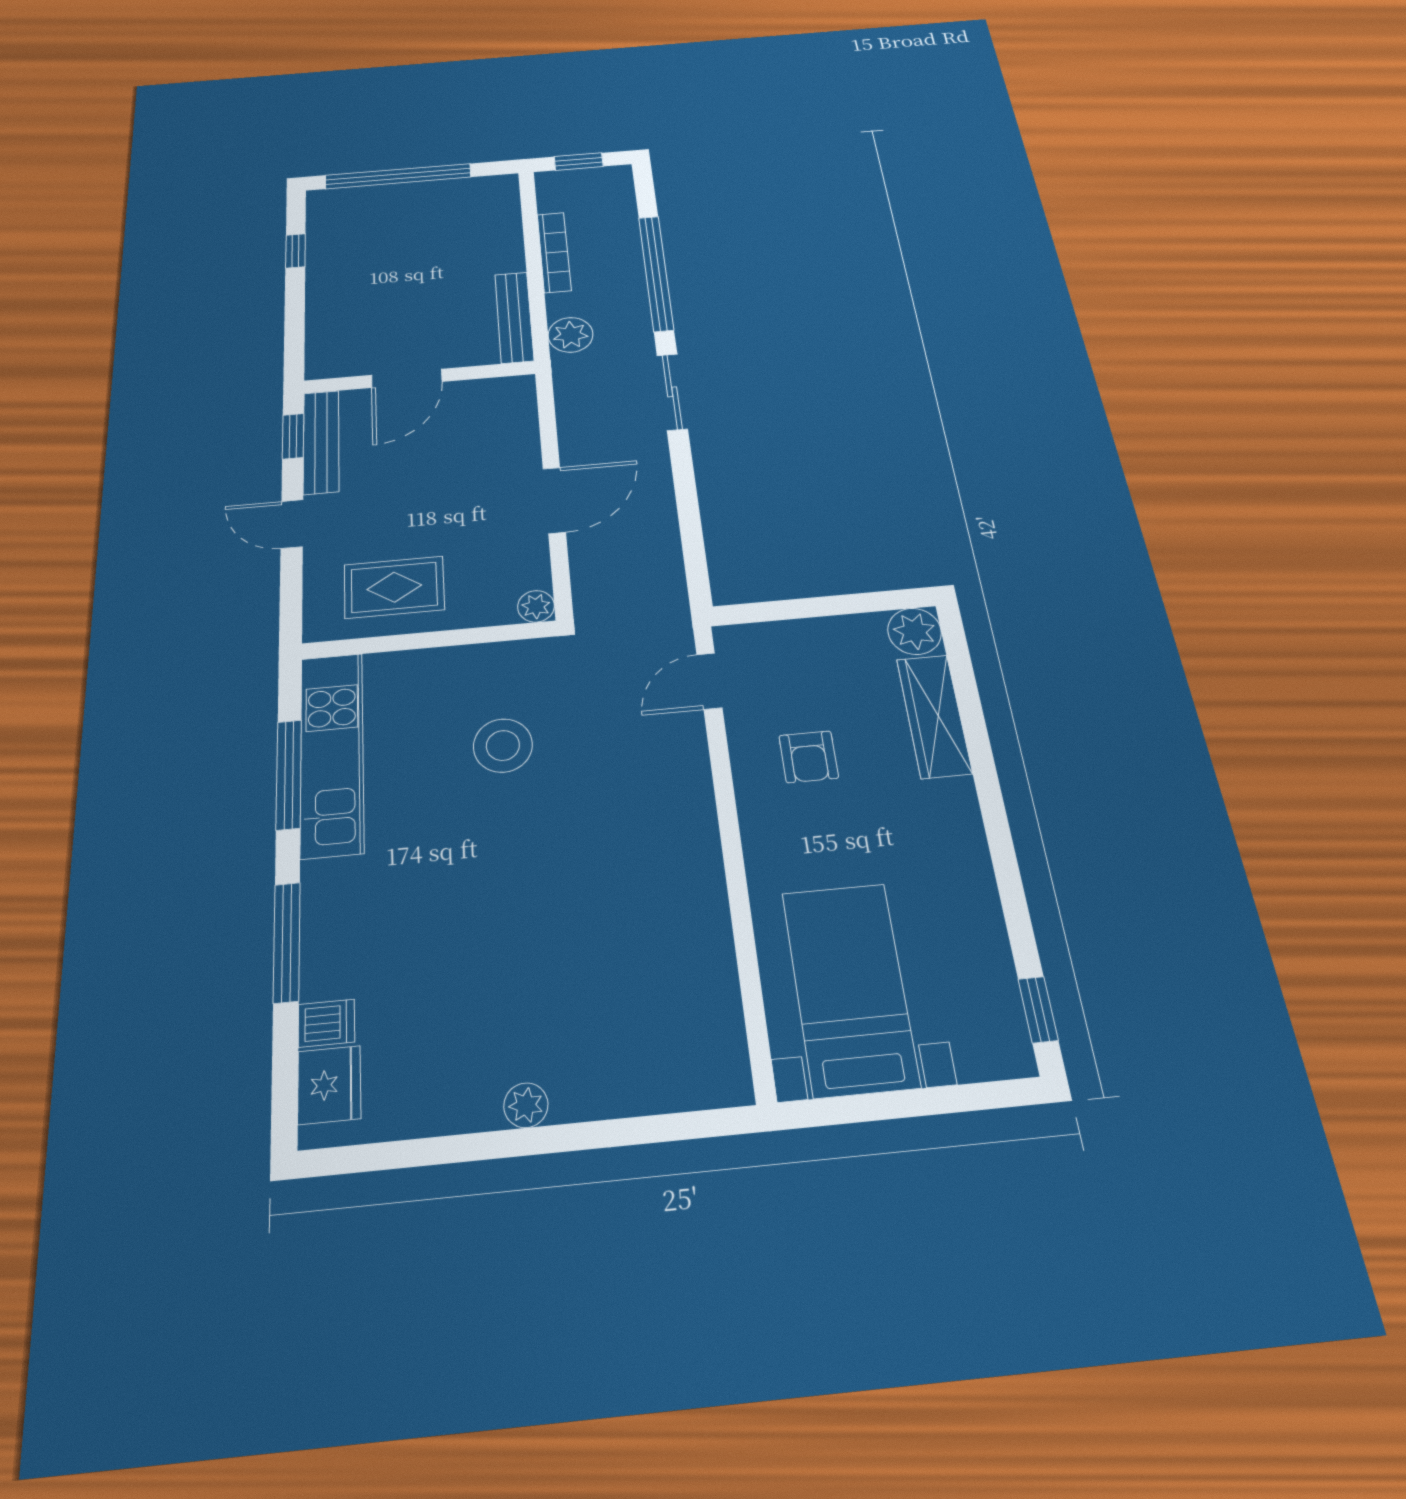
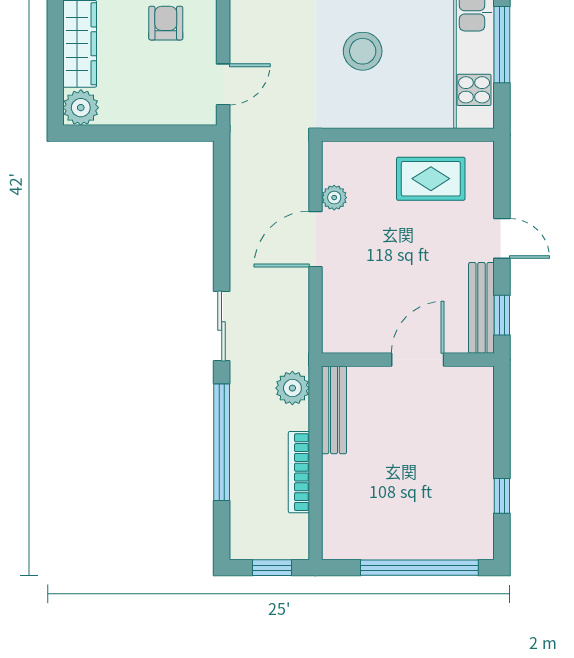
plant: (536, 606) -> (334, 198), moved

